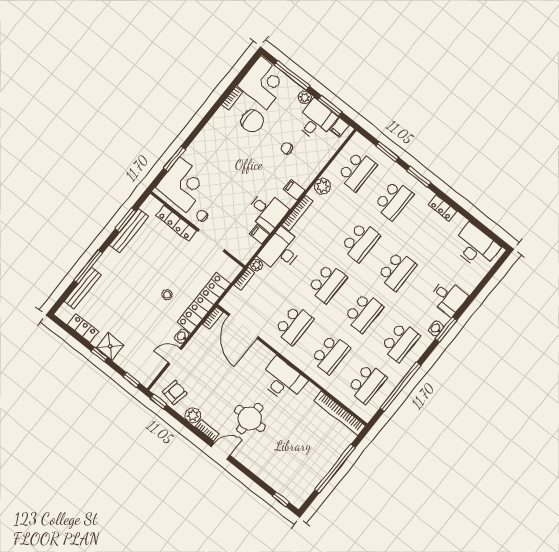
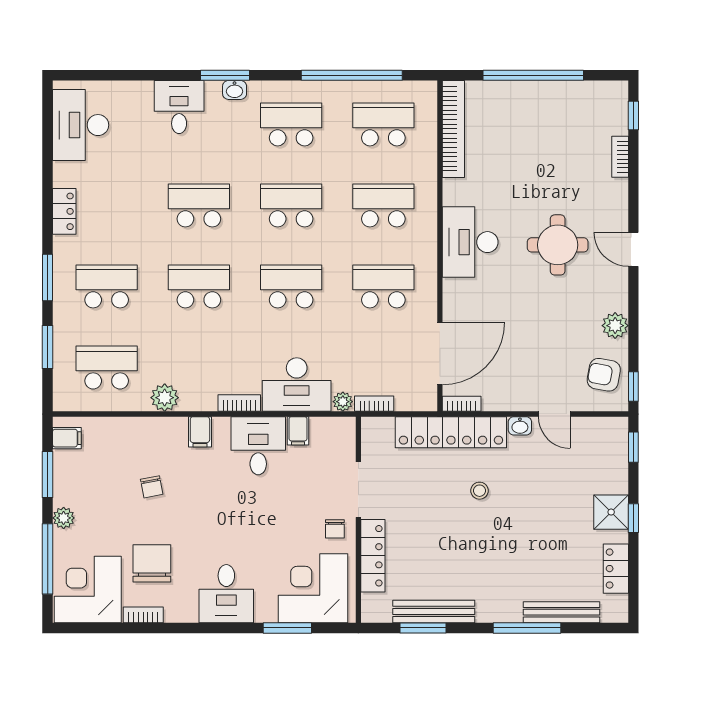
desk: (316, 120) -> (226, 594), moved, turned -90
bookcase: (297, 213) -> (239, 403), width x0.64
bookcase: (207, 431) -> (620, 157), moved

